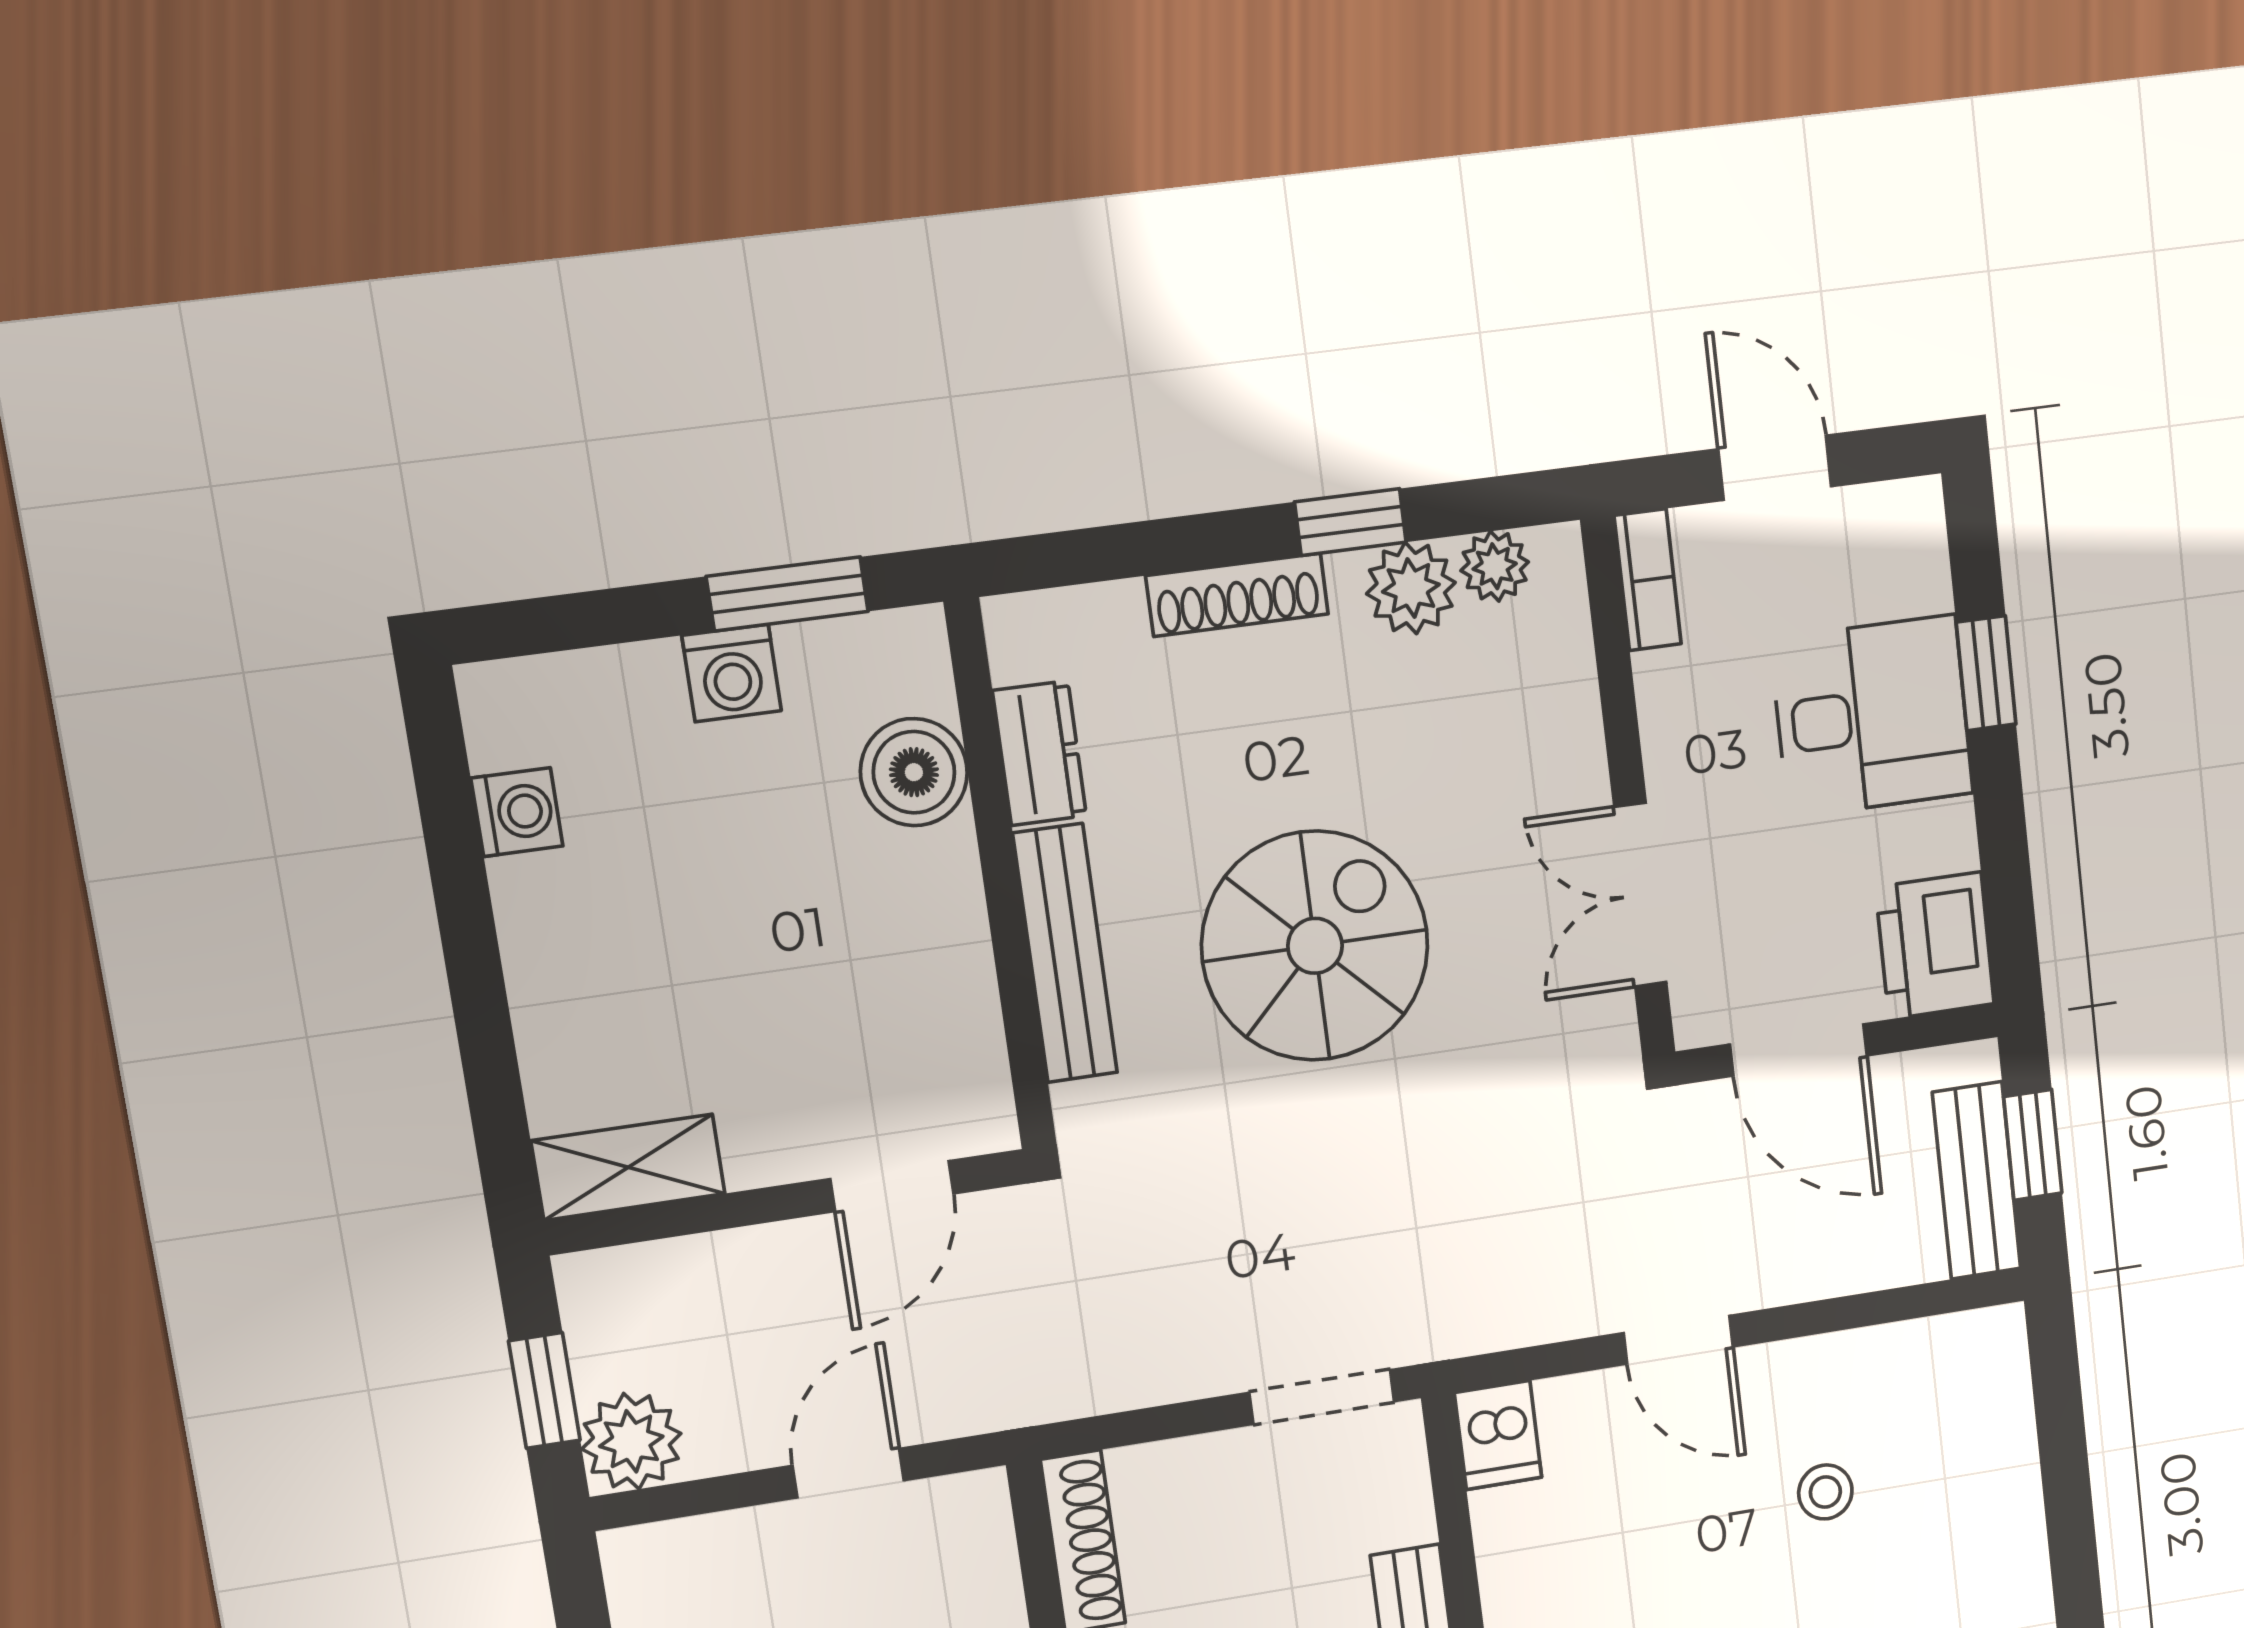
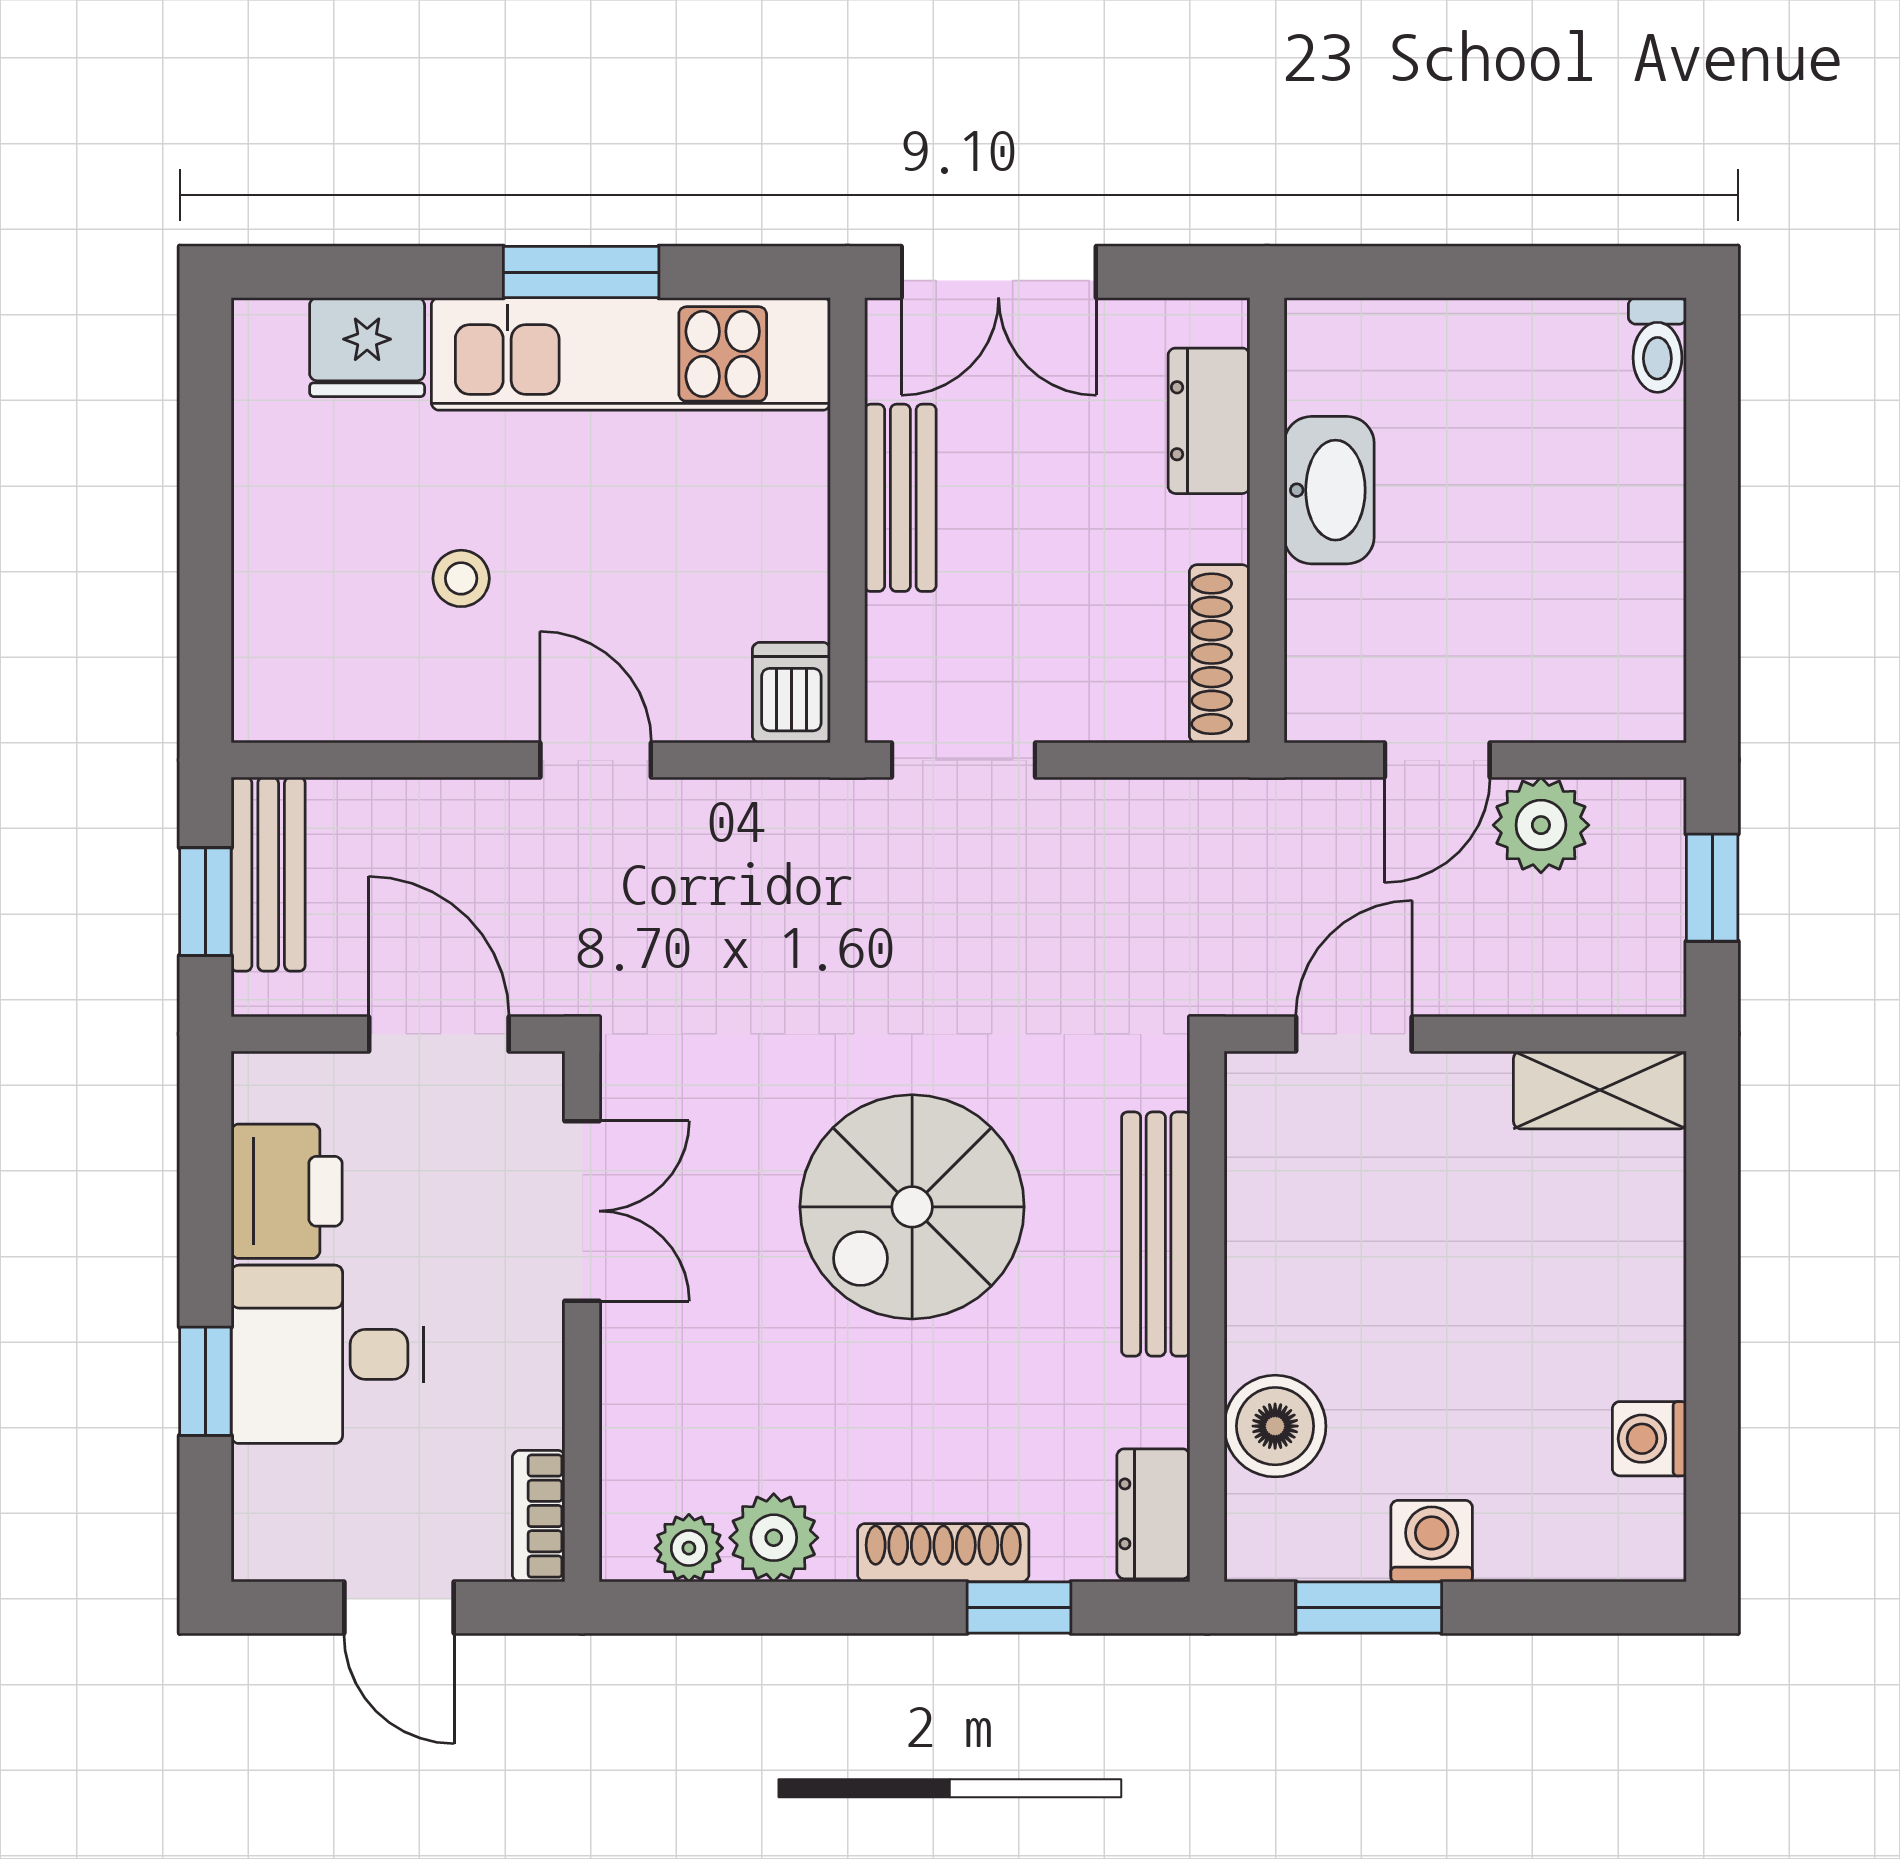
window: (1350, 522) -> (1019, 1608), moved
dresser: (1040, 753) -> (1153, 1514), moved
printer: (1935, 946) -> (287, 1191), moved
plant: (631, 1441) -> (1541, 825), moved

